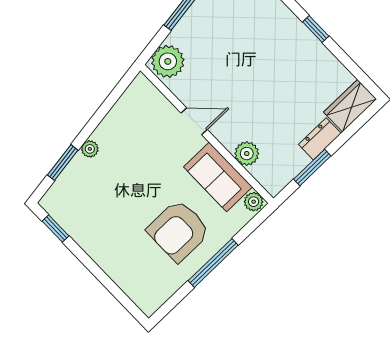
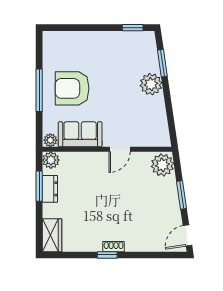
shoe rack: (301, 31) -> (114, 247), added
dresser: (320, 139) -> (50, 189), moved
plant: (90, 149) -> (151, 84), width x1.88, depth x1.88
plant: (247, 154) -> (51, 160), moved
armchair: (178, 231) -> (72, 88), turned -90

